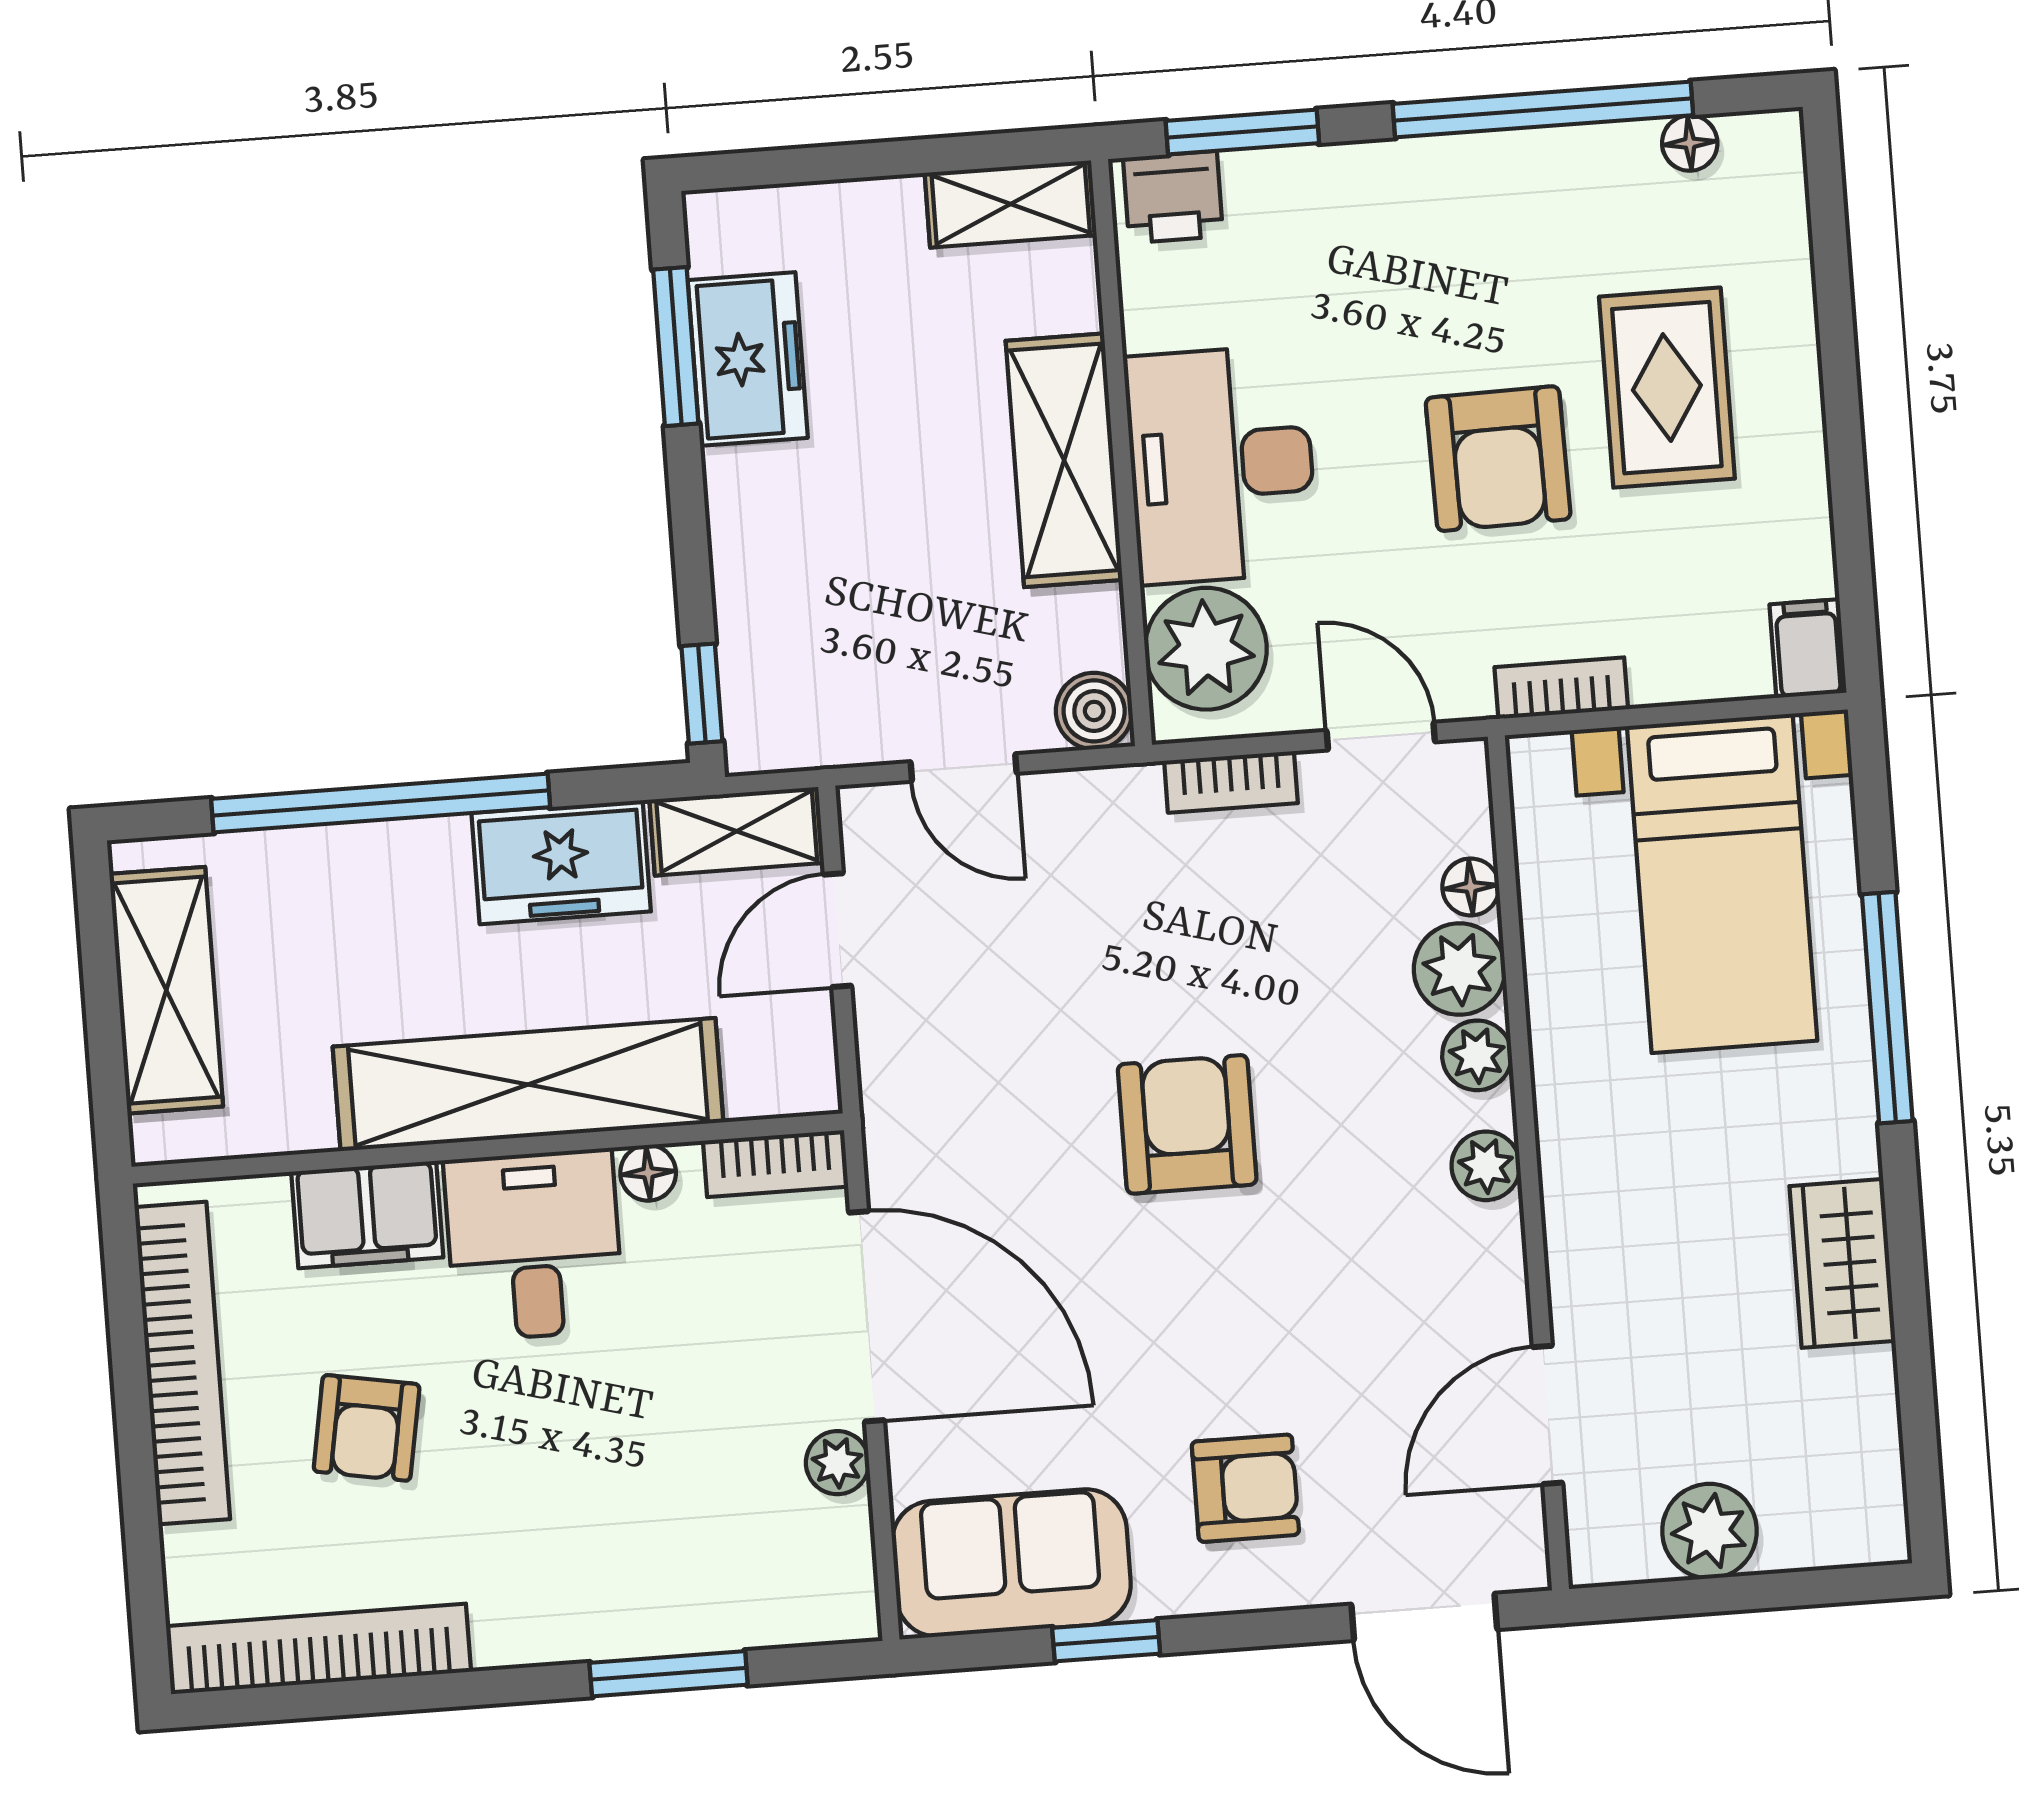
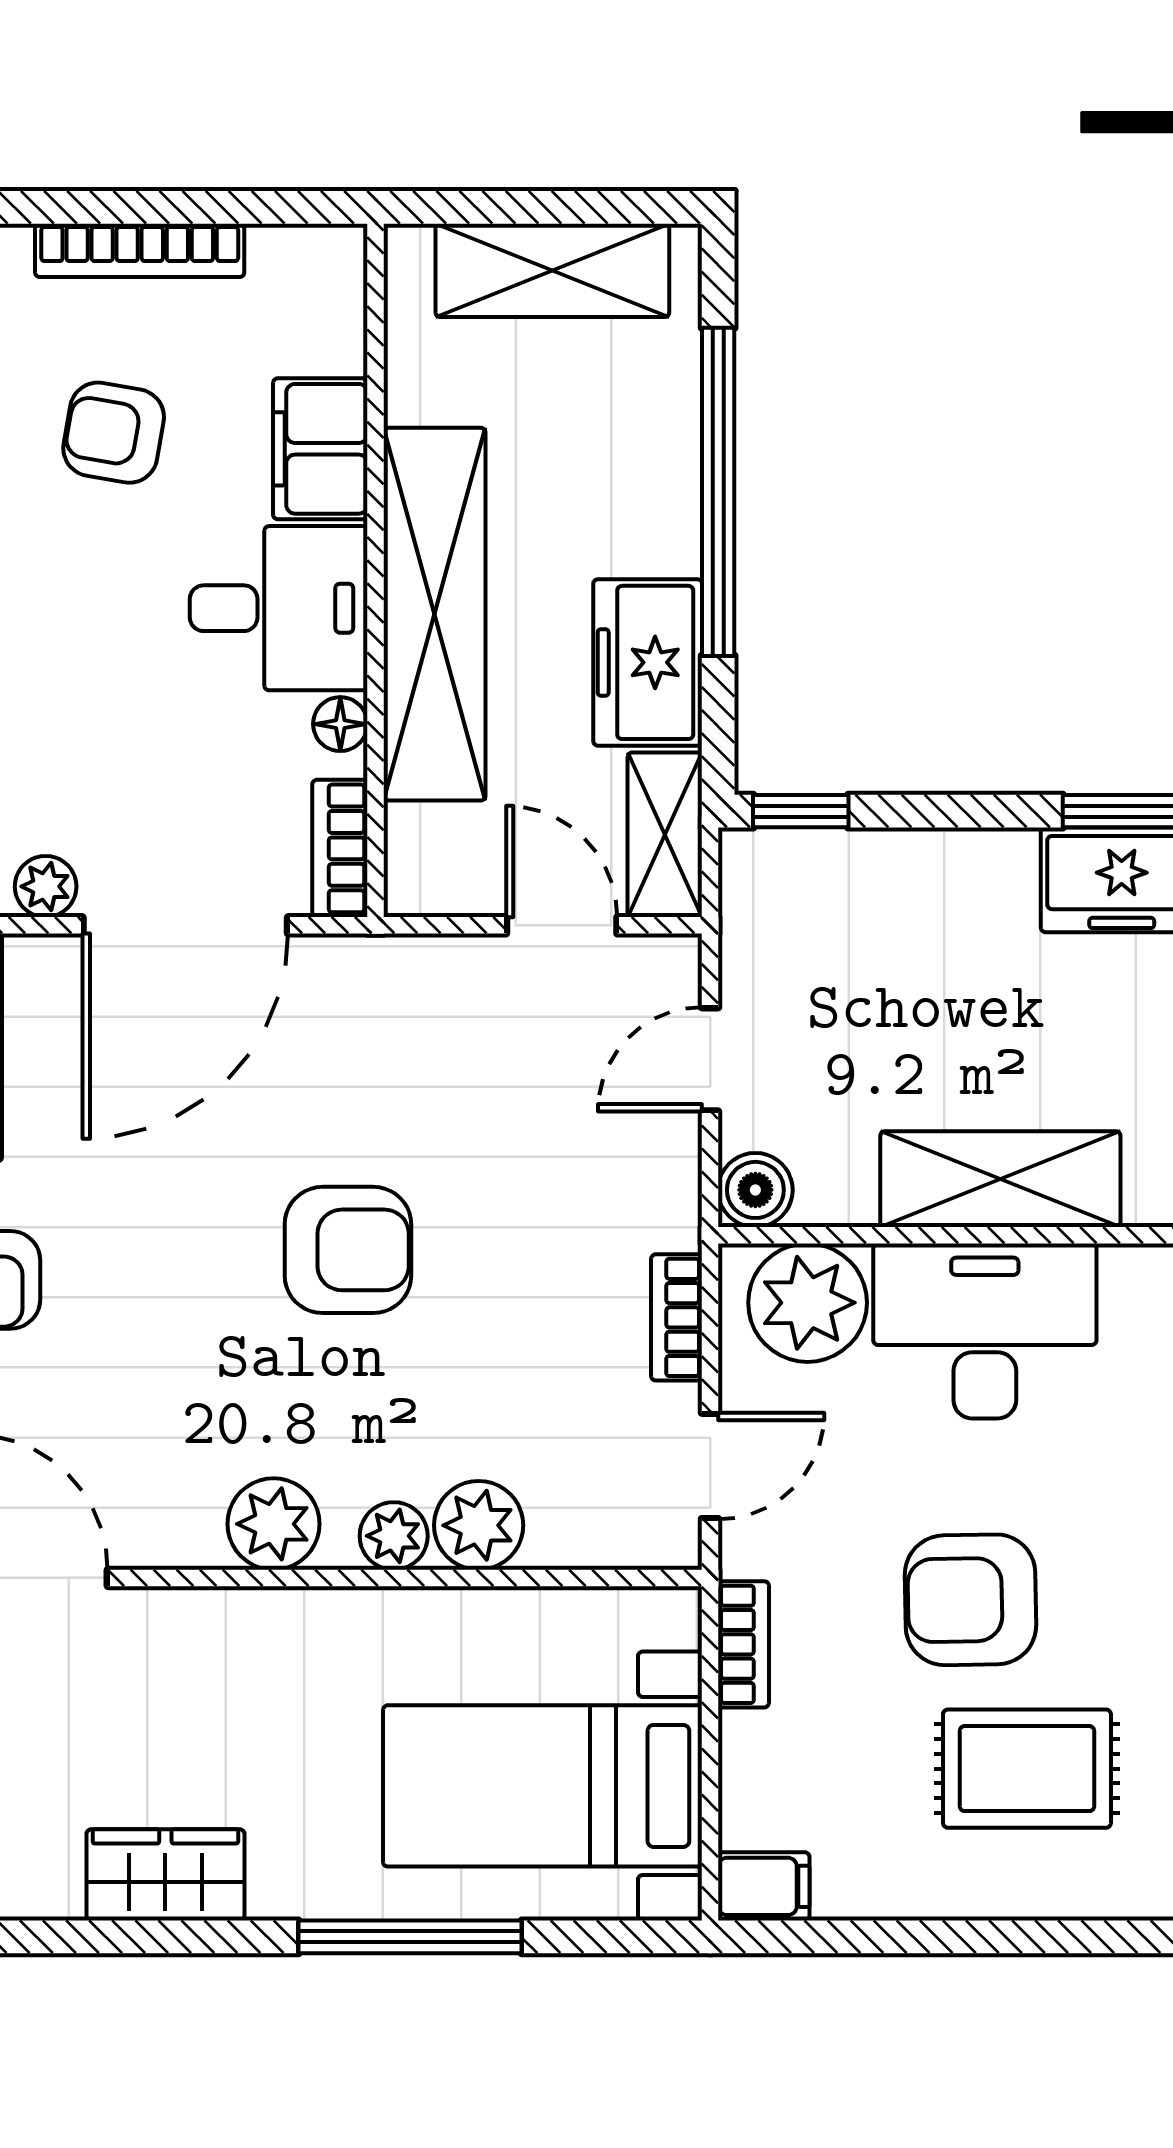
floor lamp: (1471, 887) -> (557, 1542), removed
plant: (1486, 1166) -> (274, 1524), width x1.38, depth x1.38
bookcase: (182, 1363) -> (140, 250), width x0.68, depth x0.76

